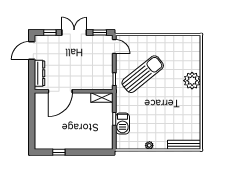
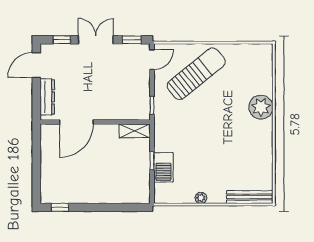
door: (114, 47) -> (152, 59), hinge flipped
sun lounger: (143, 74) -> (196, 74), moved
window: (59, 152) -> (60, 207), moved

